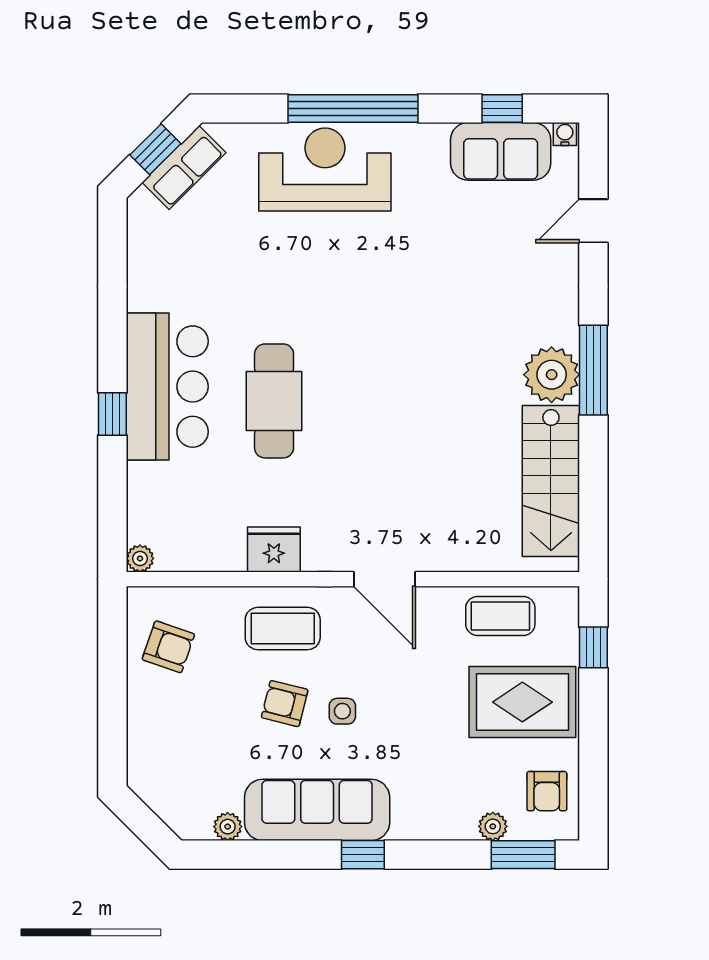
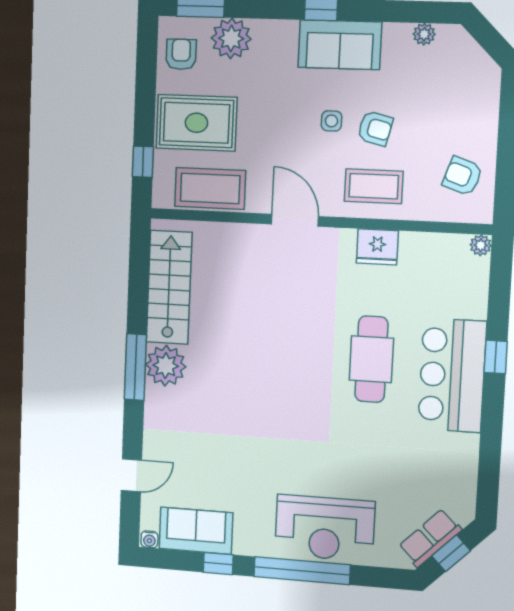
window: (502, 109) -> (218, 564), moved
coffee table: (500, 616) -> (210, 188), width x1.36, depth x1.32
sofa: (317, 810) -> (340, 45), width x0.73
plant: (493, 826) -> (231, 38), width x1.88, depth x1.88

